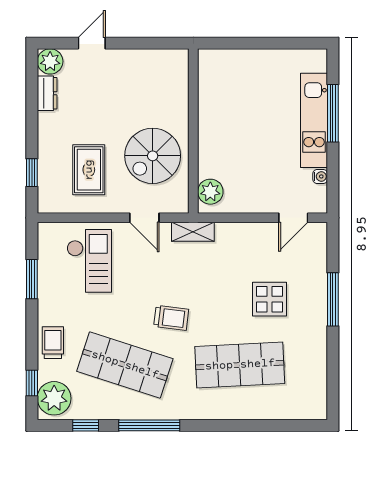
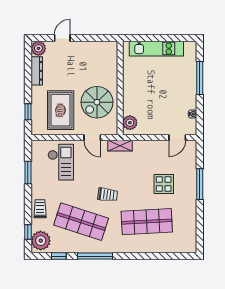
dresser: (47, 93) -> (37, 71), width x1.44
kitchen unit: (314, 120) -> (156, 49), moved, turned -90
rug: (89, 170) -> (61, 110), width x1.36, depth x1.43

